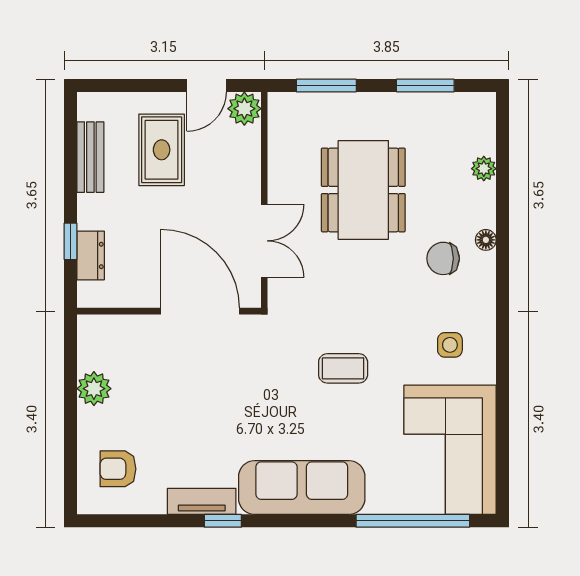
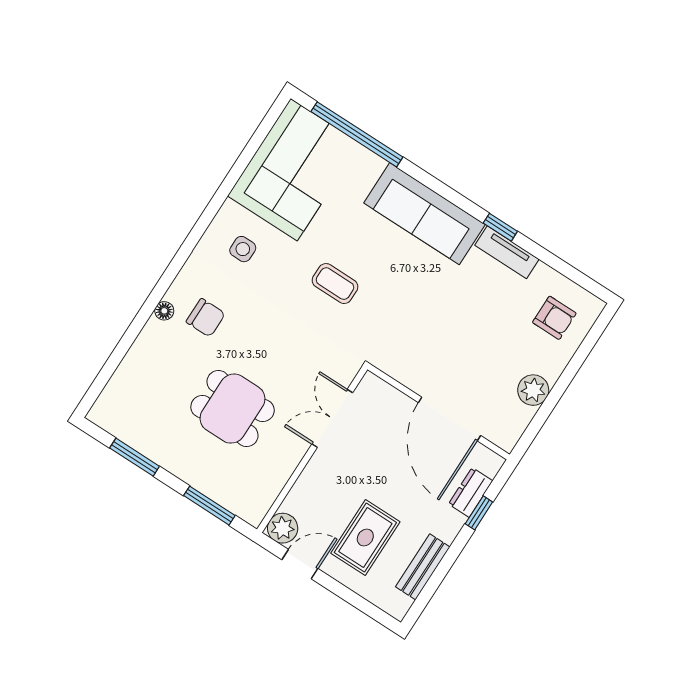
plant: (484, 169) -> (131, 366), removed
dining table: (363, 190) -> (233, 409), width x0.73
door: (200, 311) -> (449, 419), moved

